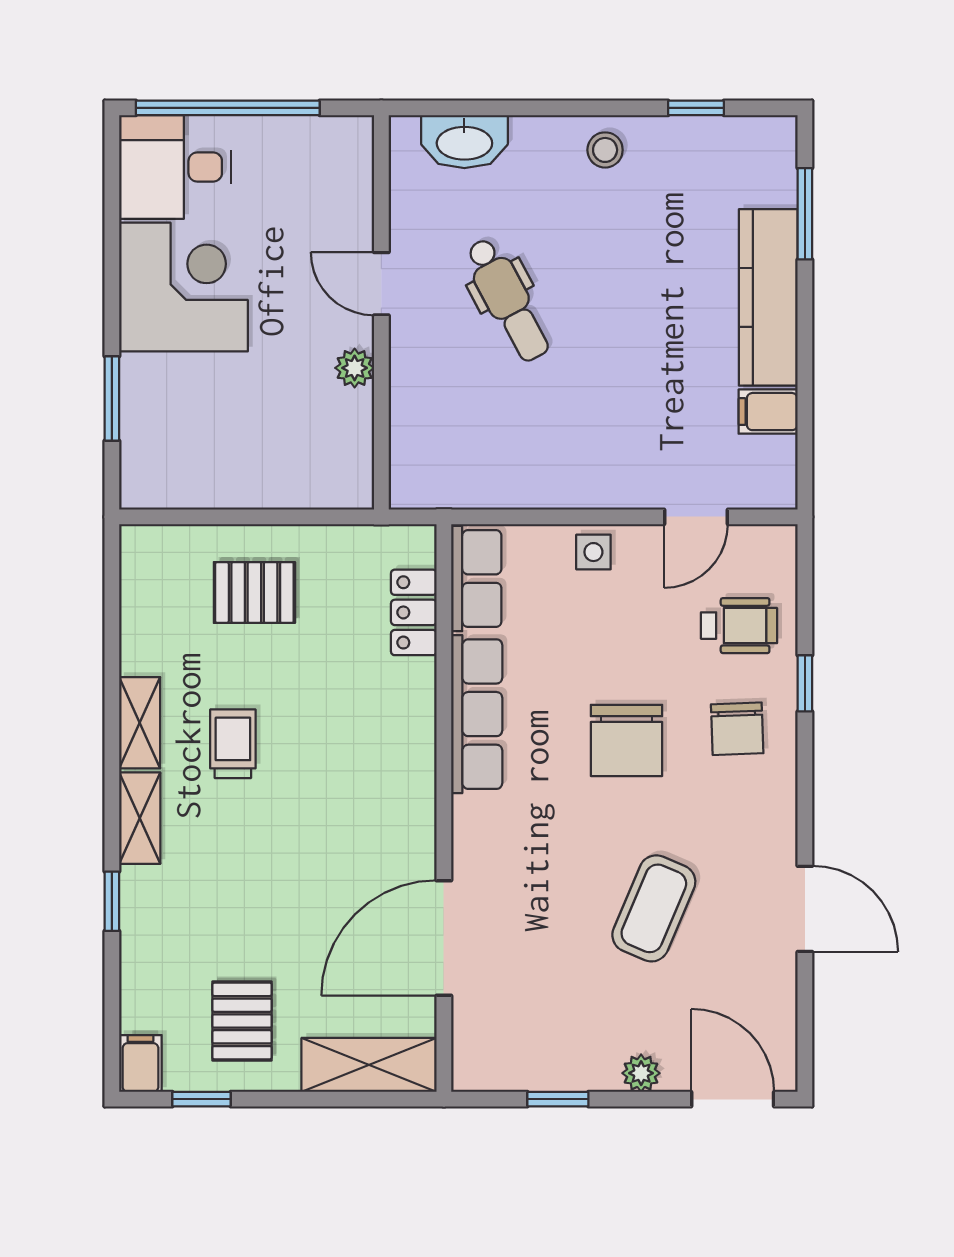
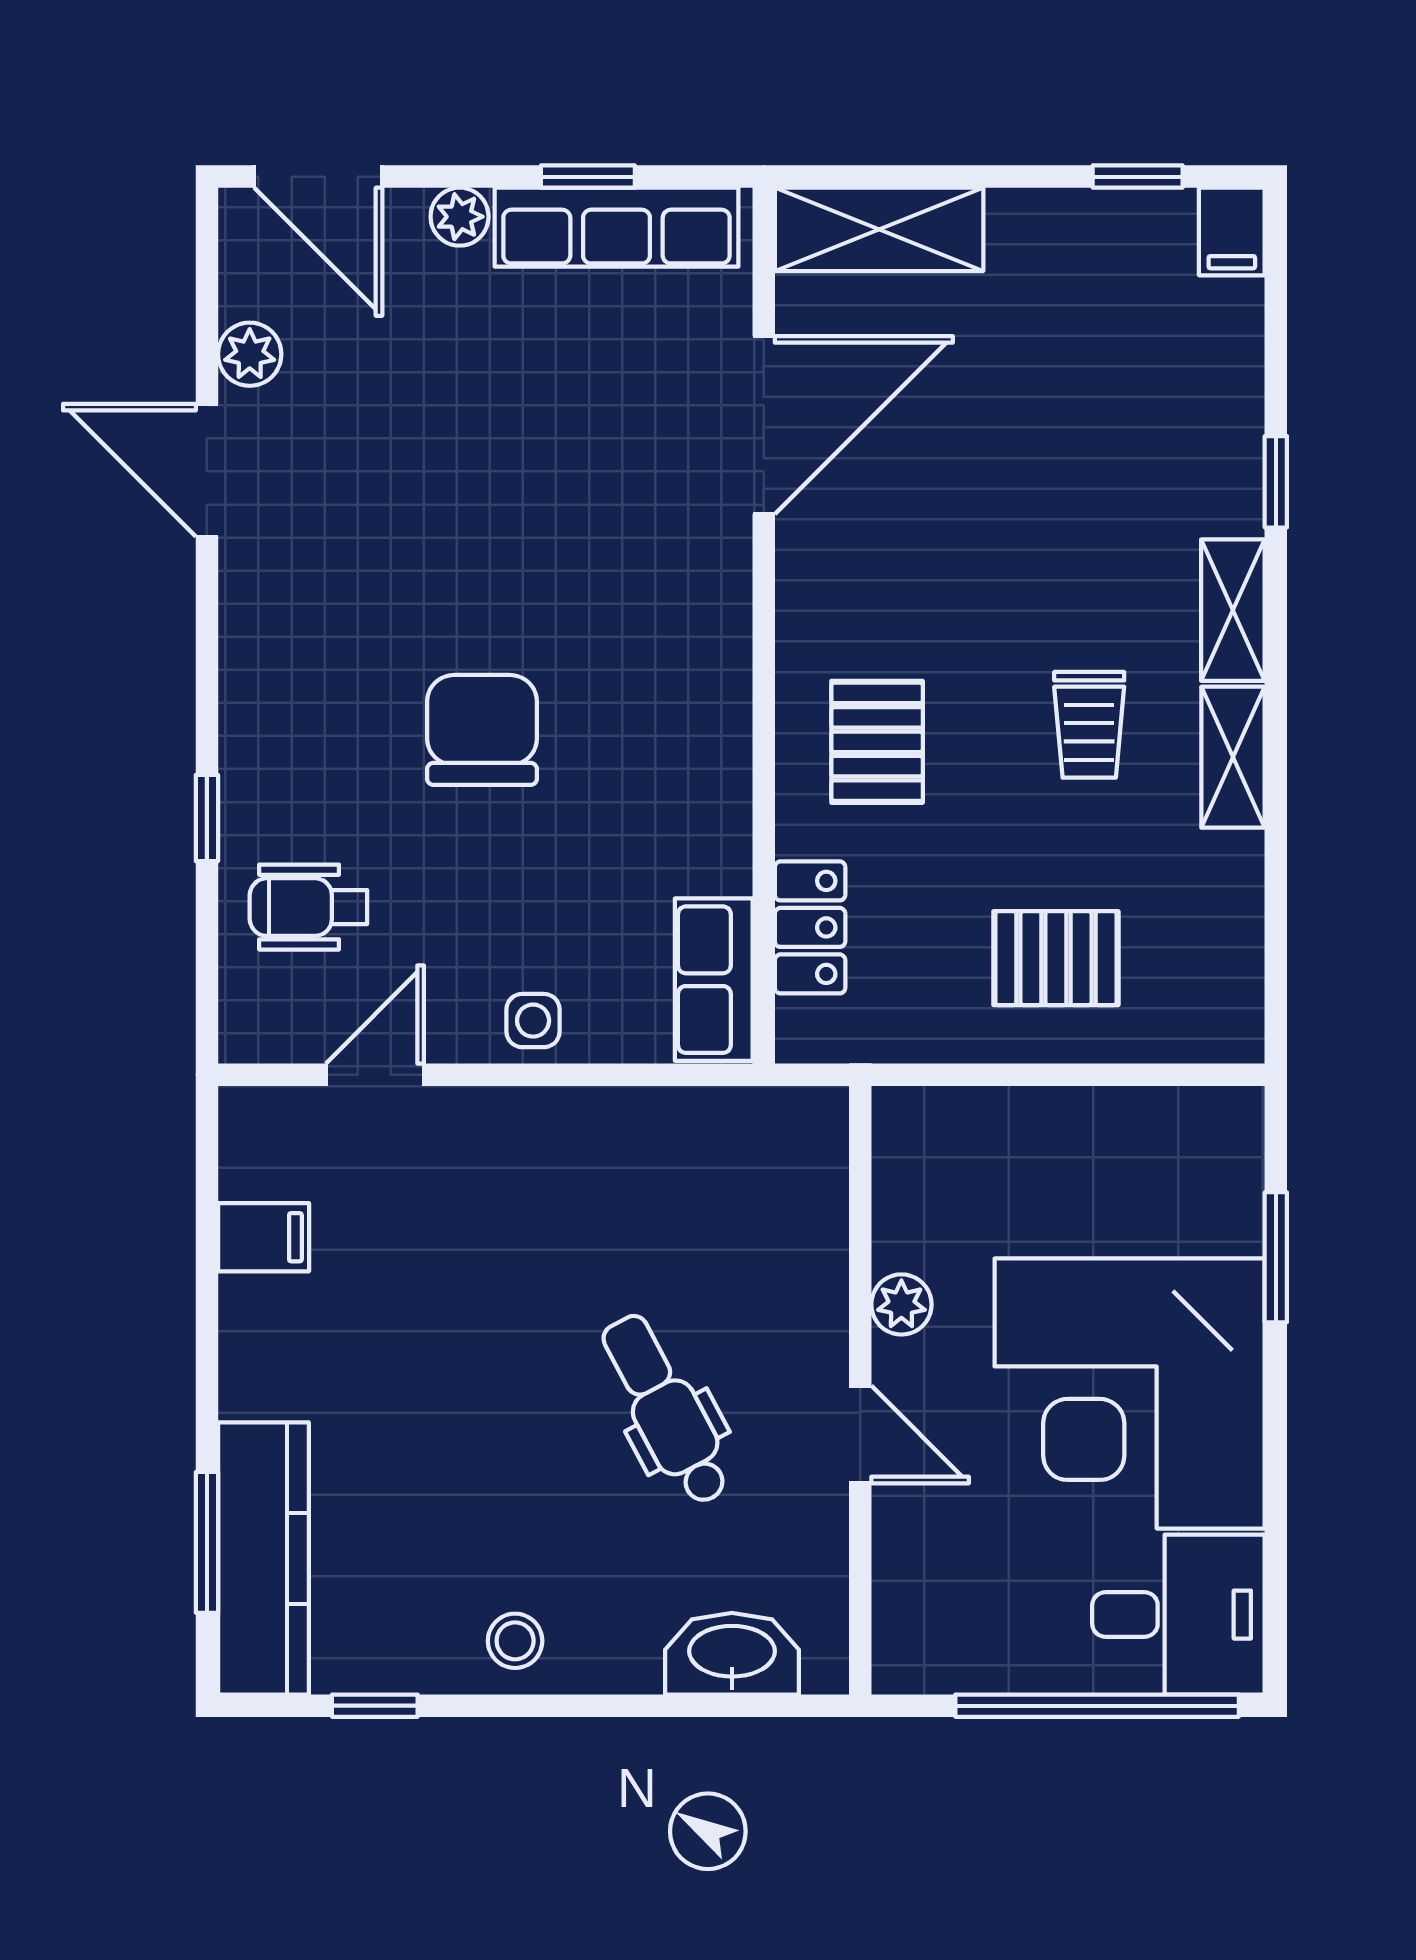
corner desk: (183, 287) -> (1130, 1394), width x1.36, depth x1.36
kitchen counter: (768, 297) -> (263, 1558), moved
row of seats: (477, 714) -> (616, 227), moved, turned -90
chair: (737, 729) -> (311, 748), removed
coffee table: (654, 908) -> (440, 471), removed
plant: (777, 984) -> (250, 354), added
pallet: (242, 1021) -> (877, 742), moved

